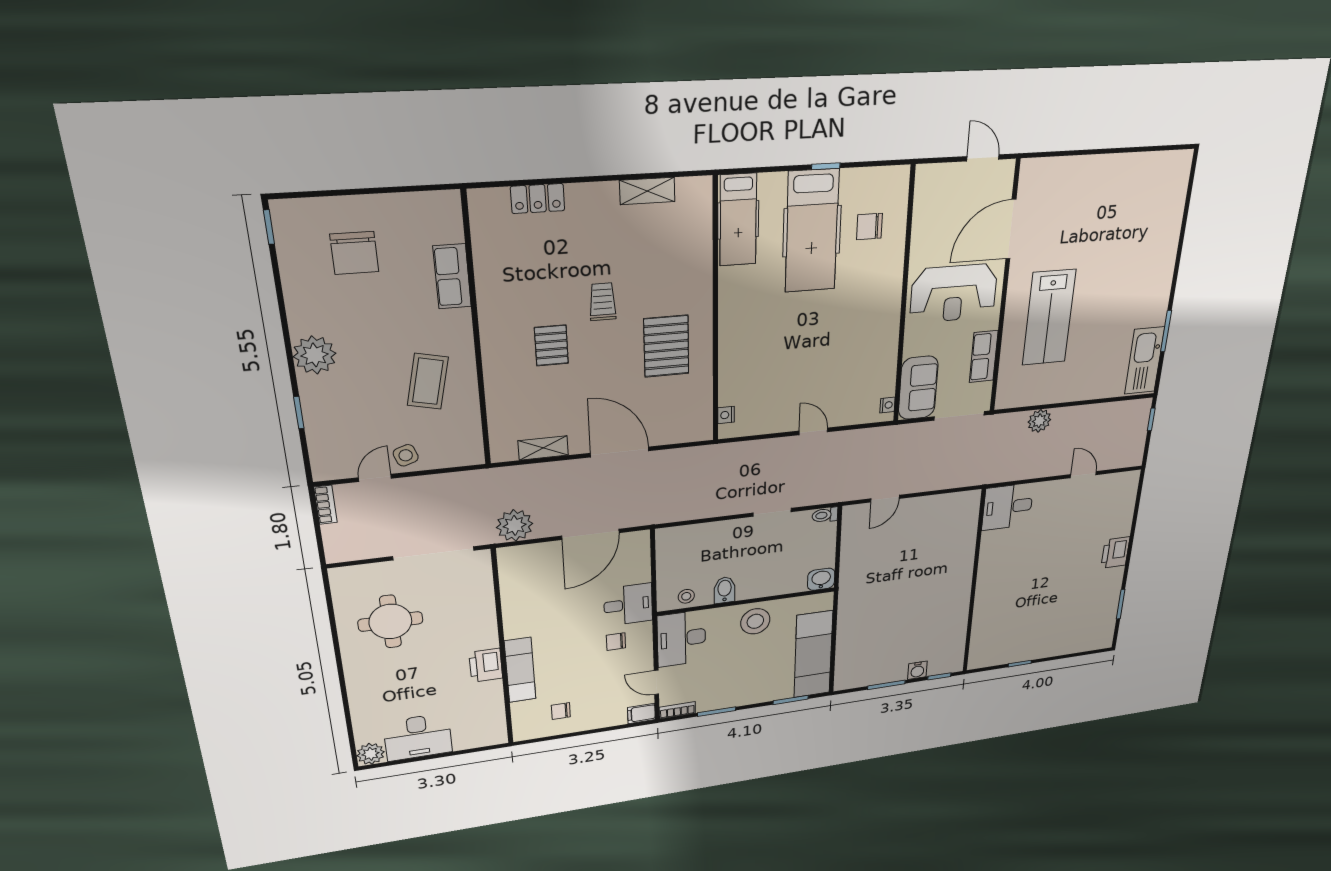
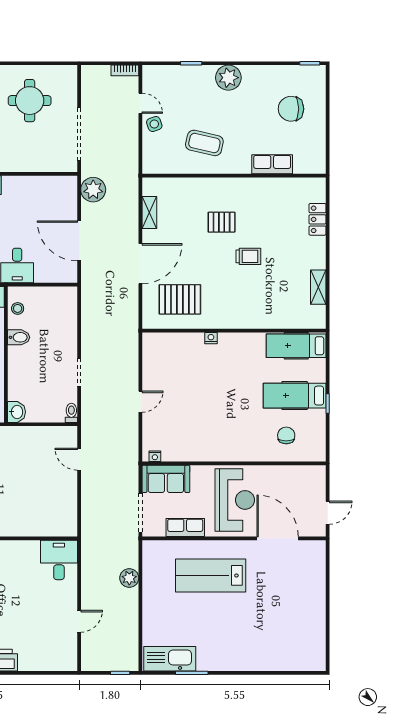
hospital bed: (812, 231) -> (295, 396), width x0.73, depth x0.78
reception desk: (954, 293) -> (235, 500), turned 180
pallet: (666, 346) -> (180, 299), moved
nightstand: (726, 415) -> (211, 338), moved

